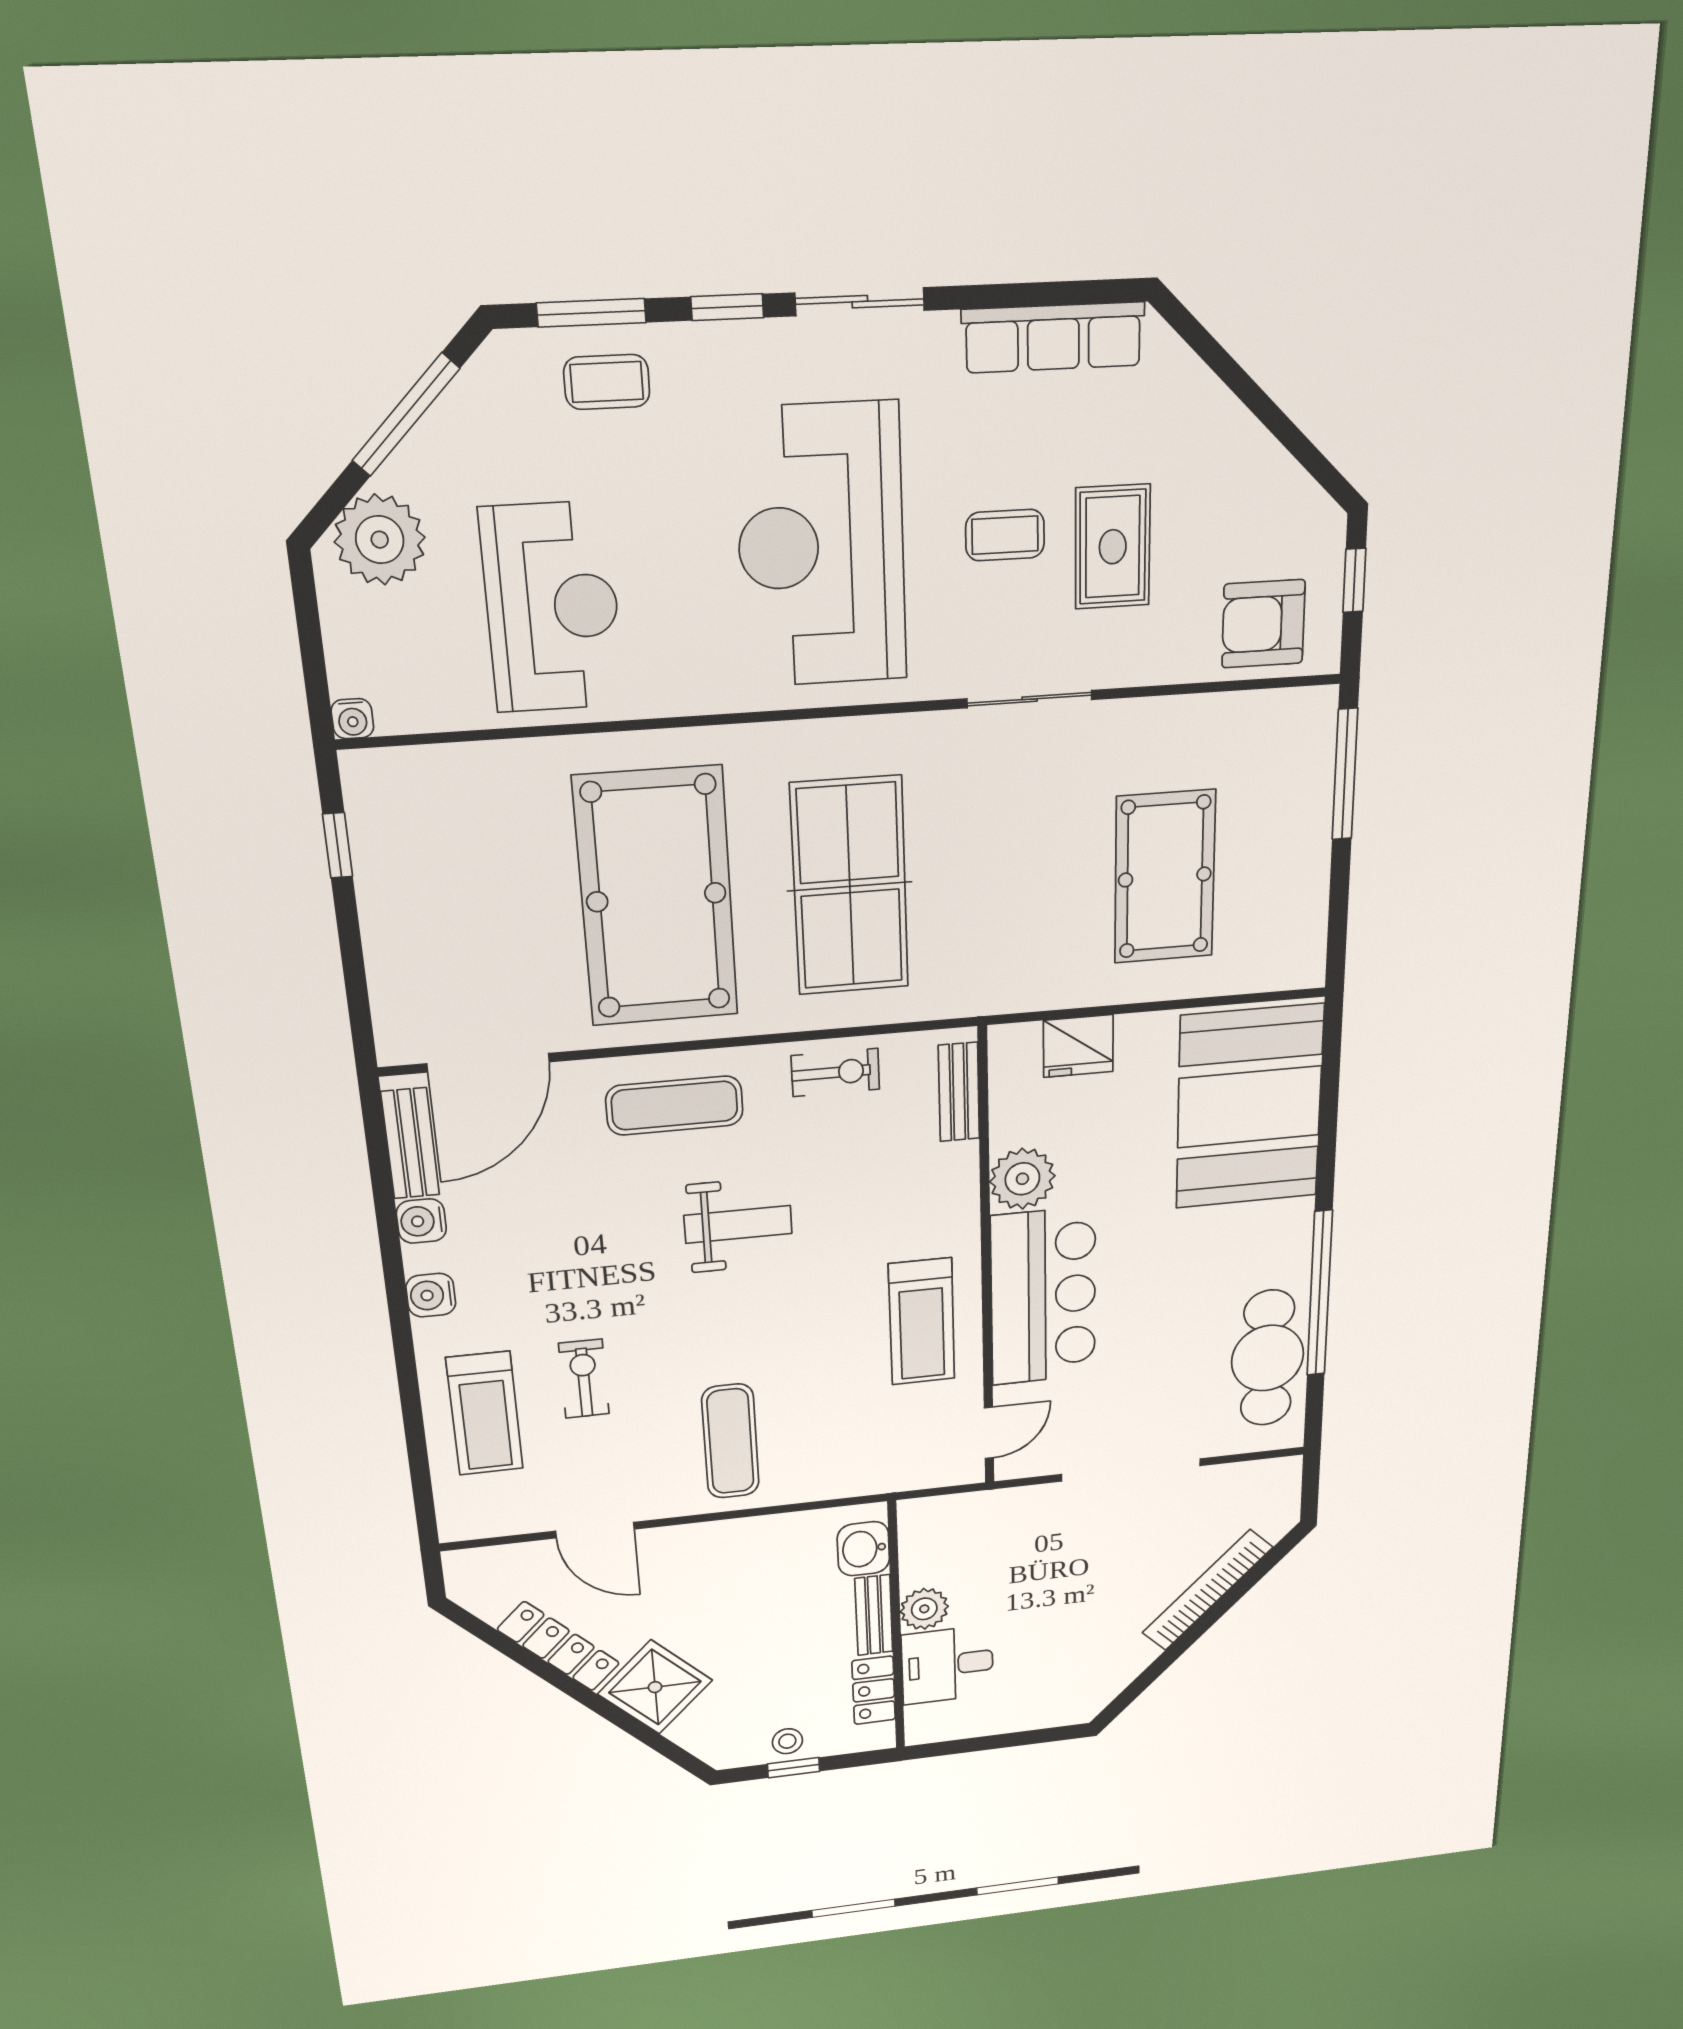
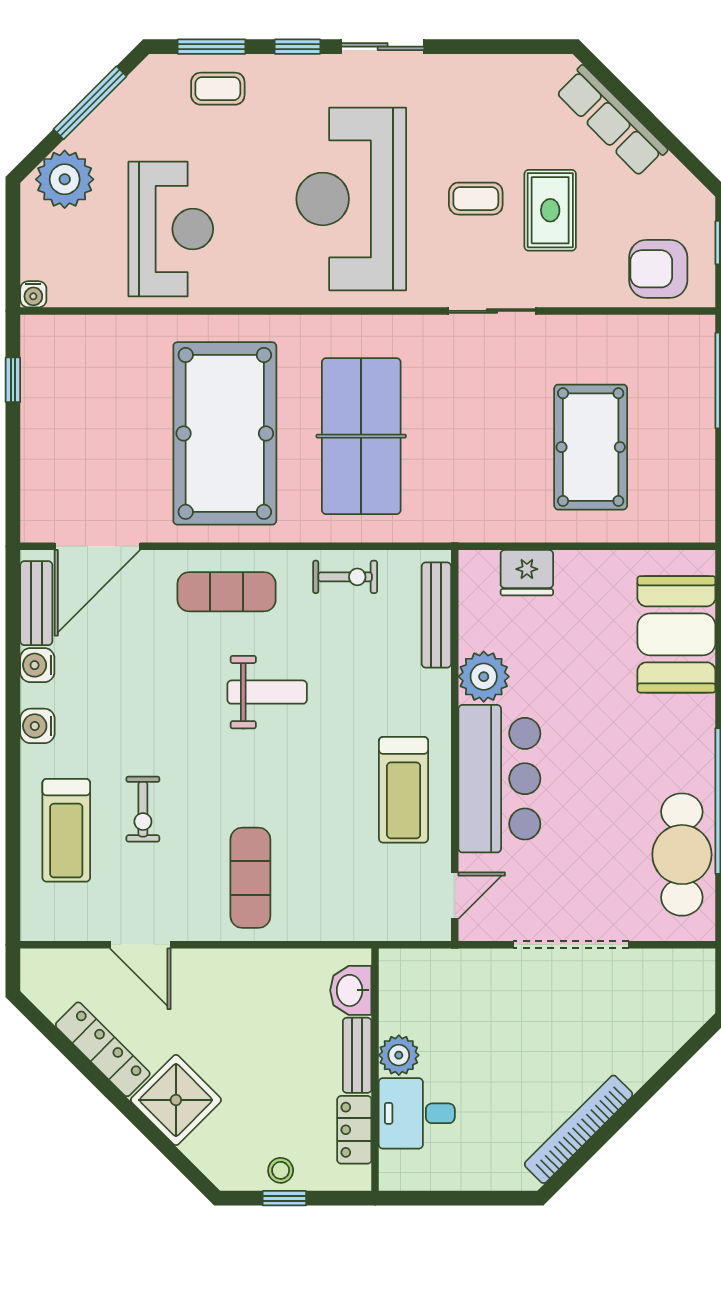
row of seats: (1053, 337) -> (612, 121), moved, turned 45
bench: (959, 1092) -> (436, 615), width x1.36
booth: (1249, 1107) -> (676, 634), width x0.73, depth x0.70
exercise bike: (584, 1379) -> (143, 809), turned 180
bookcase: (1208, 1590) -> (579, 1129), moved

